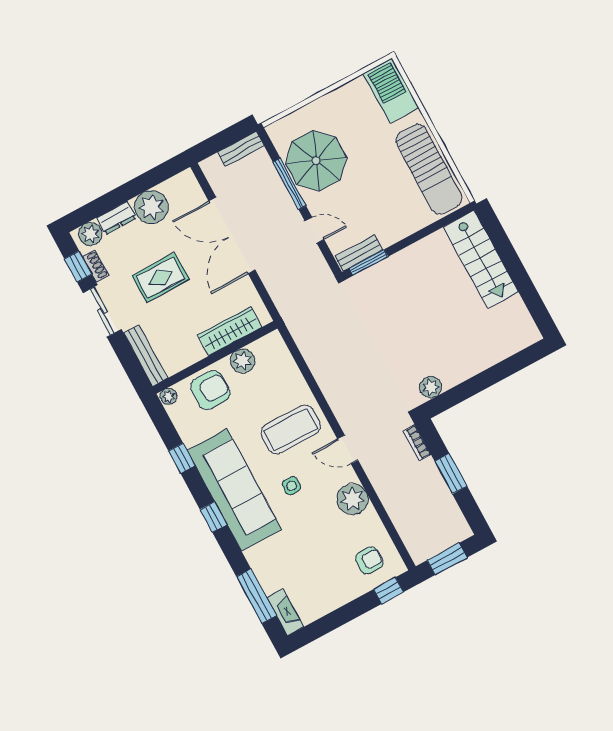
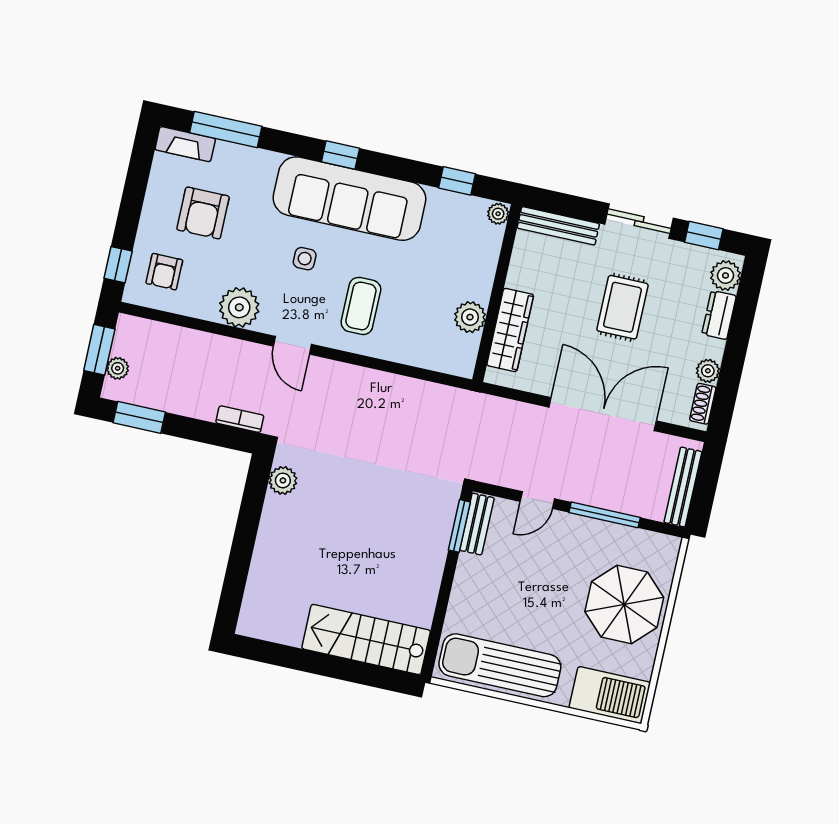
bench: (241, 149) -> (683, 487), width x1.36
parasol: (316, 161) -> (624, 605), moved
plant: (151, 207) -> (708, 371), width x0.53, depth x0.53
shoe rack: (96, 266) -> (703, 404), moved, turned 90
armchair: (210, 390) -> (203, 213), moved
coffee table: (291, 430) -> (361, 306), width x0.73, depth x0.76
door: (348, 449) -> (292, 345), swing flipped
window: (182, 458) -> (457, 181), moved
window: (451, 474) -> (139, 417), moved
plant: (449, 539) -> (118, 368), added

